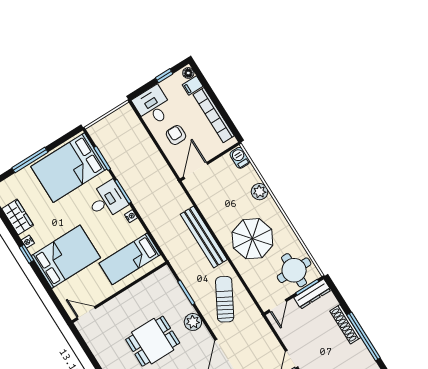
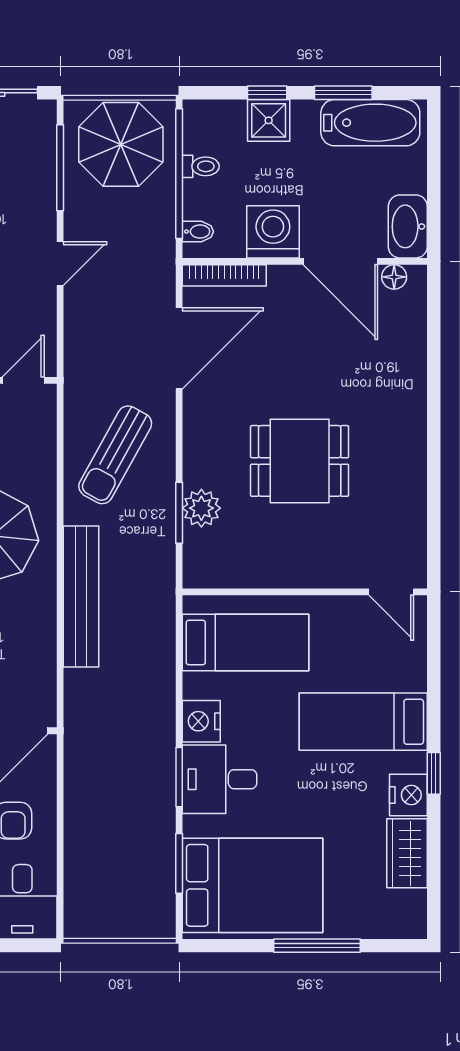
nightstand: (131, 216) -> (201, 721), width x1.89, depth x1.79
nightstand: (28, 242) -> (408, 795), width x1.89, depth x1.79
bed: (66, 257) -> (363, 722), width x0.67
plant: (193, 322) -> (201, 508), moved

